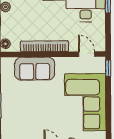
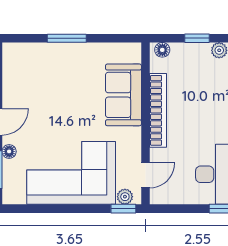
plant: (100, 67) -> (125, 197), added

